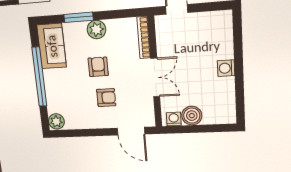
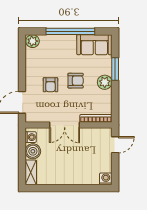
washing machine: (226, 68) -> (106, 179), moved
shelving: (220, 117) -> (31, 172), added

